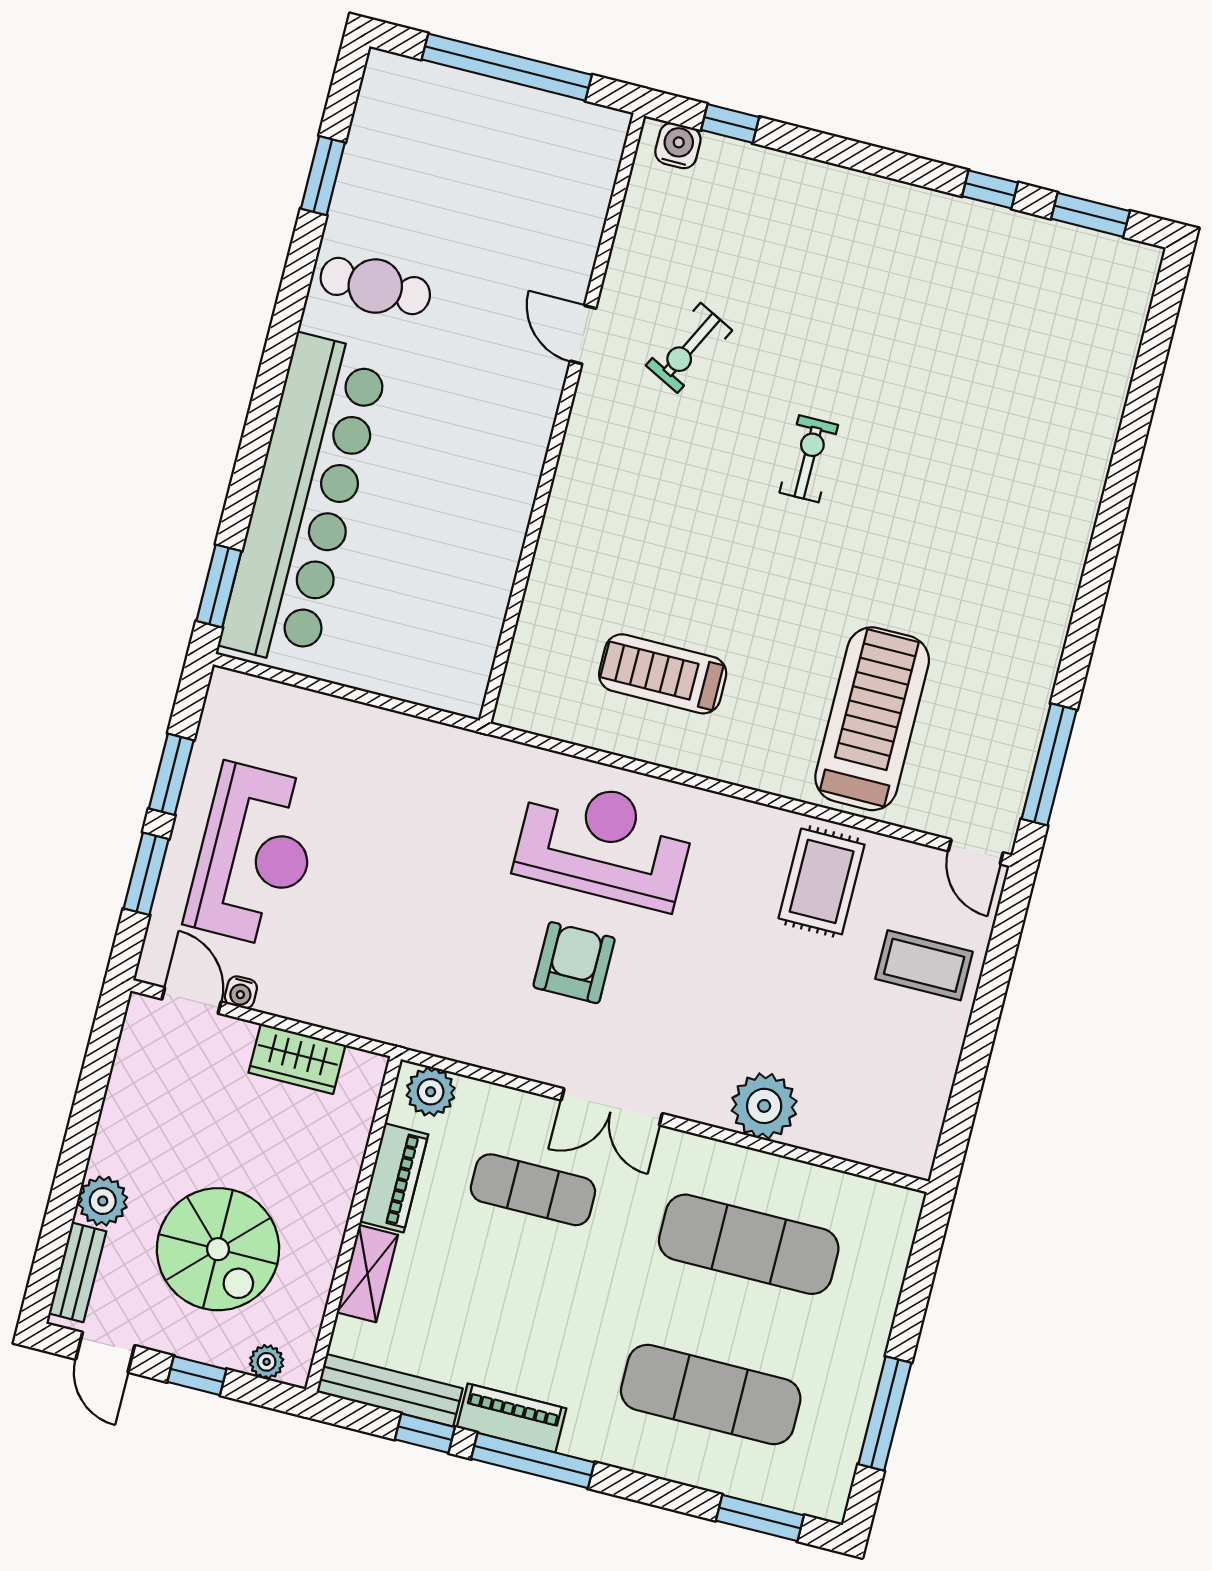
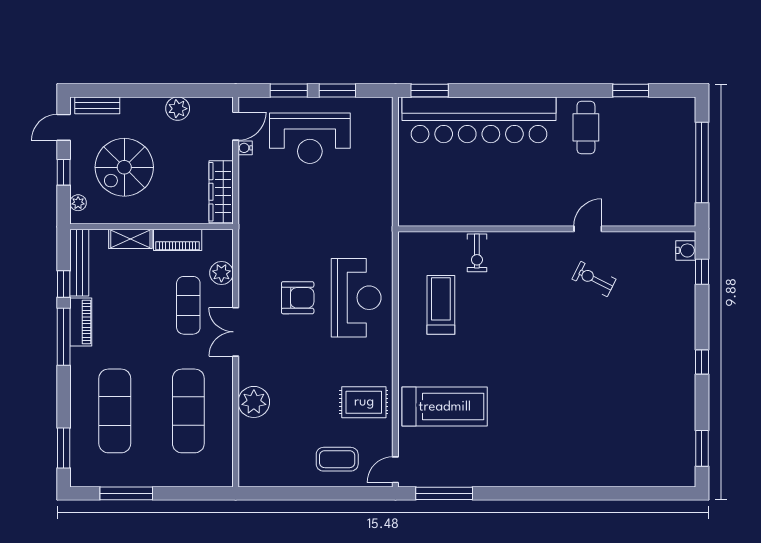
window: (990, 189) -> (702, 362), moved
exercise bike: (809, 459) -> (477, 253), moved, turned 90
coffee table: (924, 965) -> (337, 459), turned 90
wardrobe: (297, 1059) -> (221, 192), width x1.50
plant: (431, 1092) -> (221, 273), moved
plant: (103, 1201) -> (178, 109), moved

